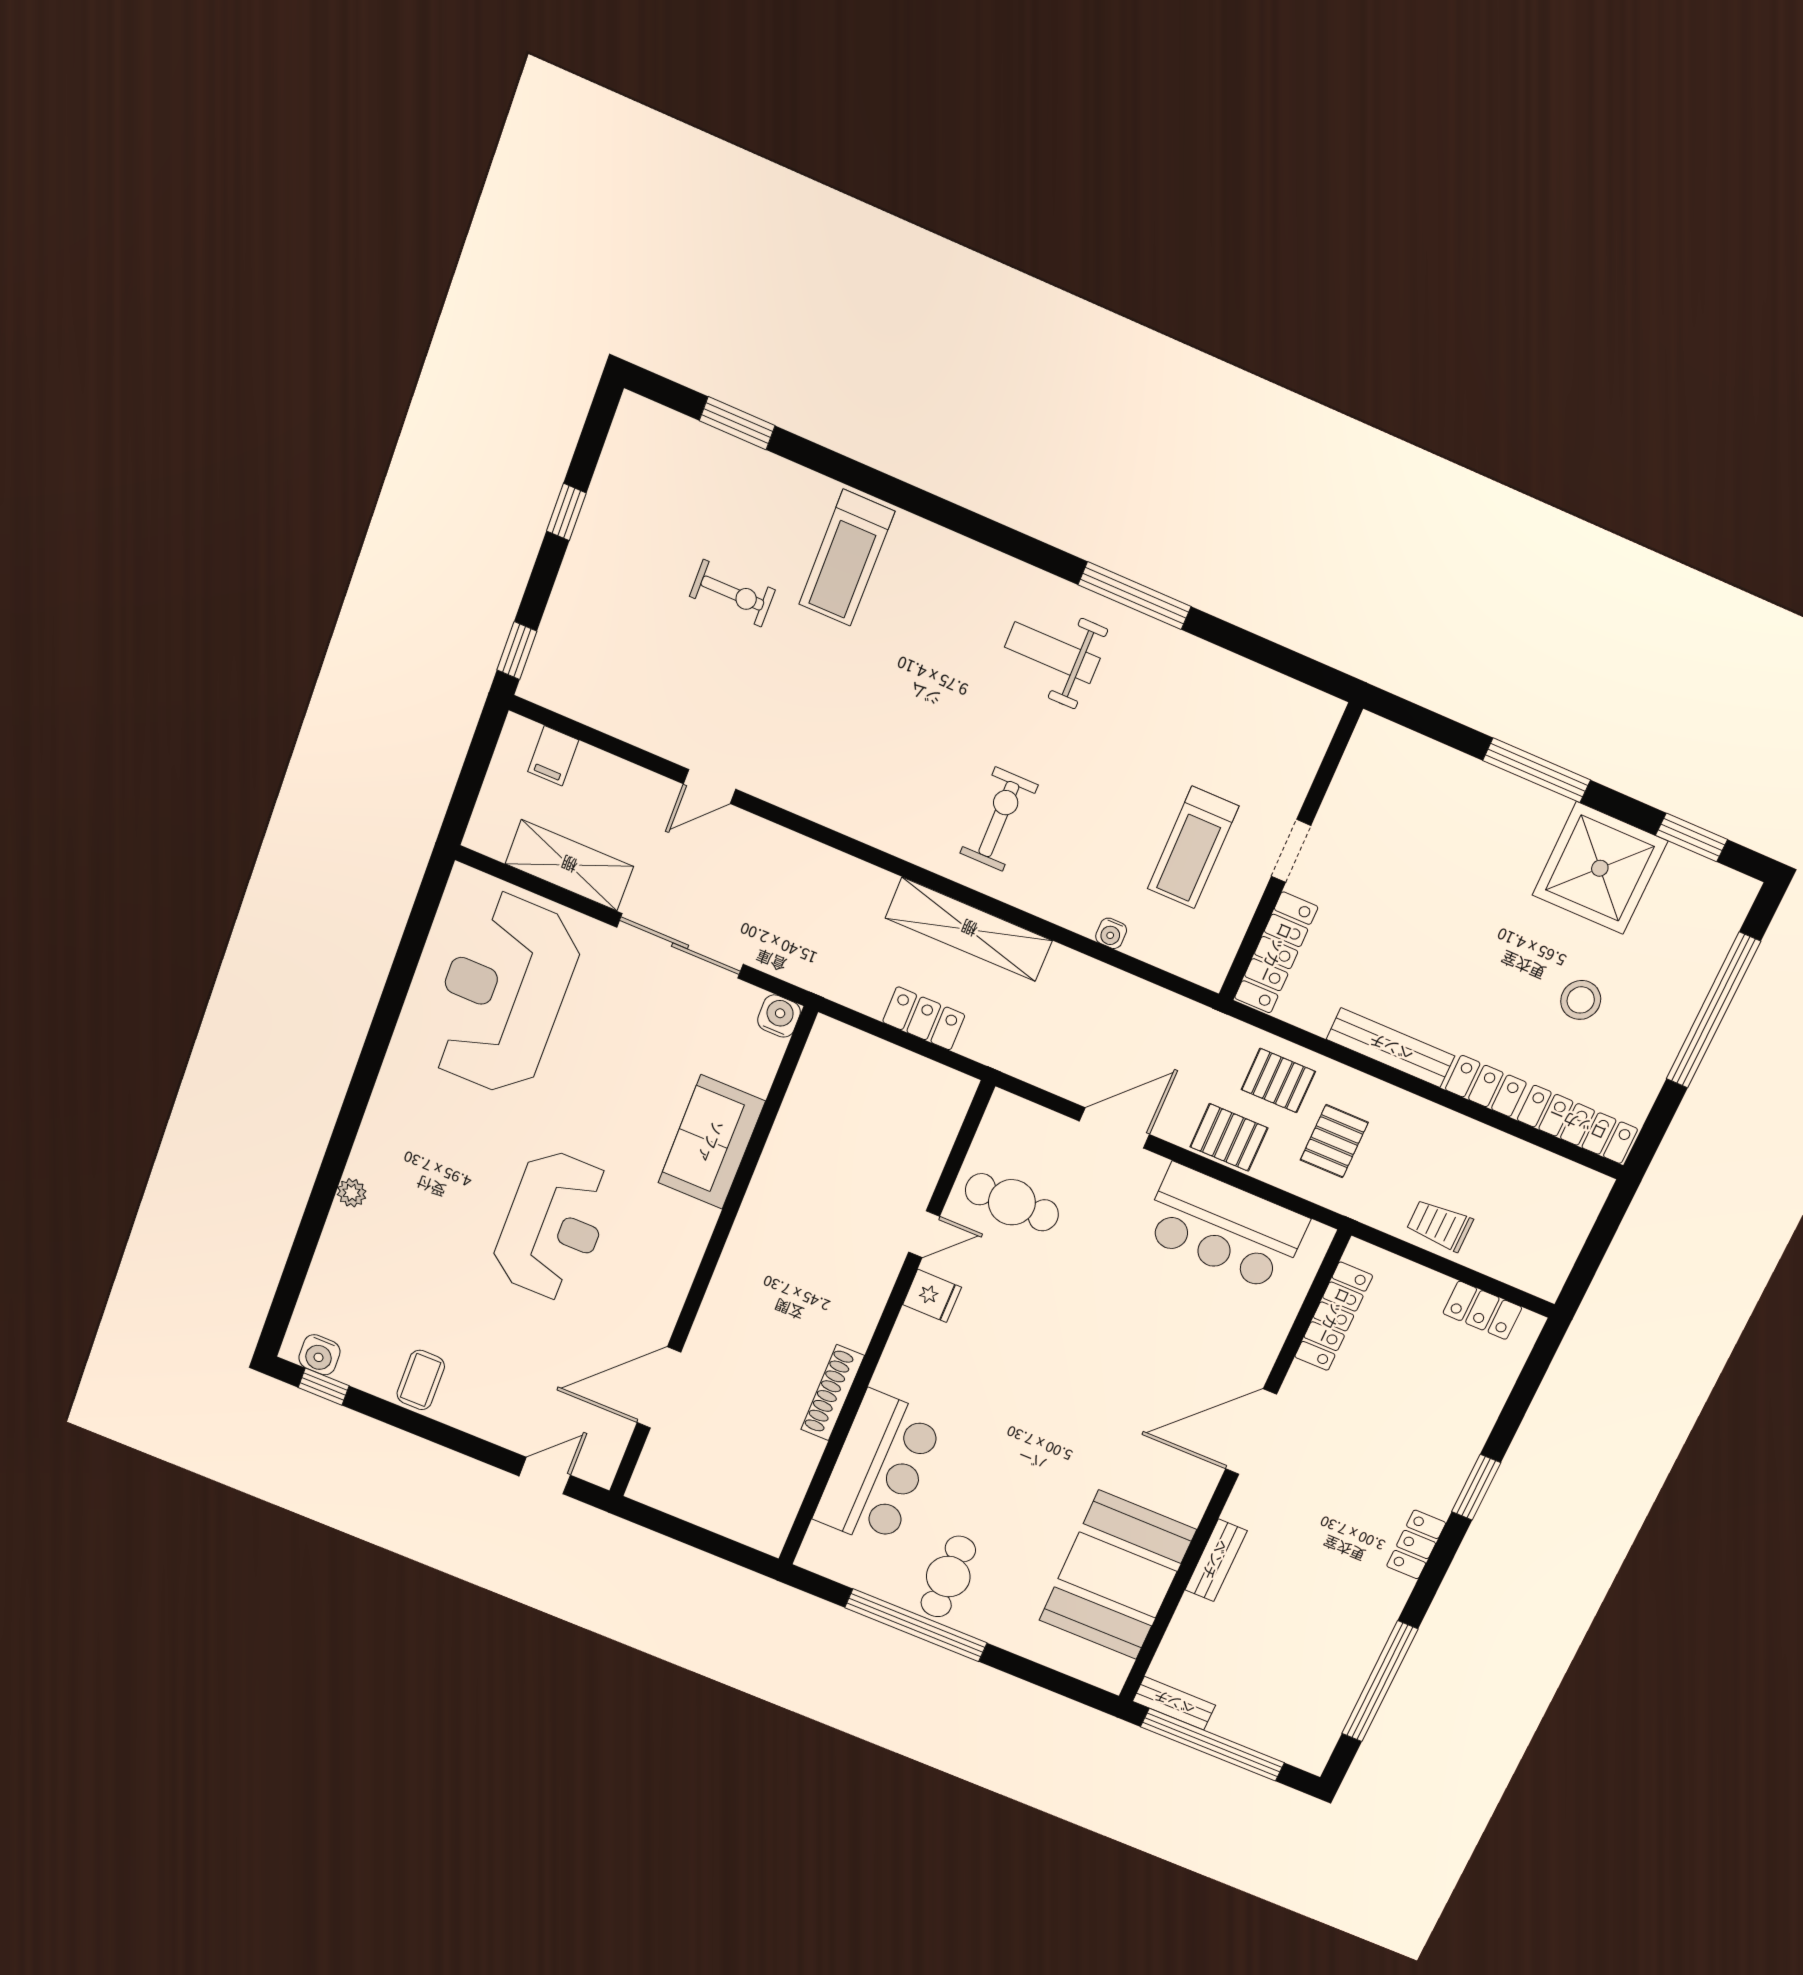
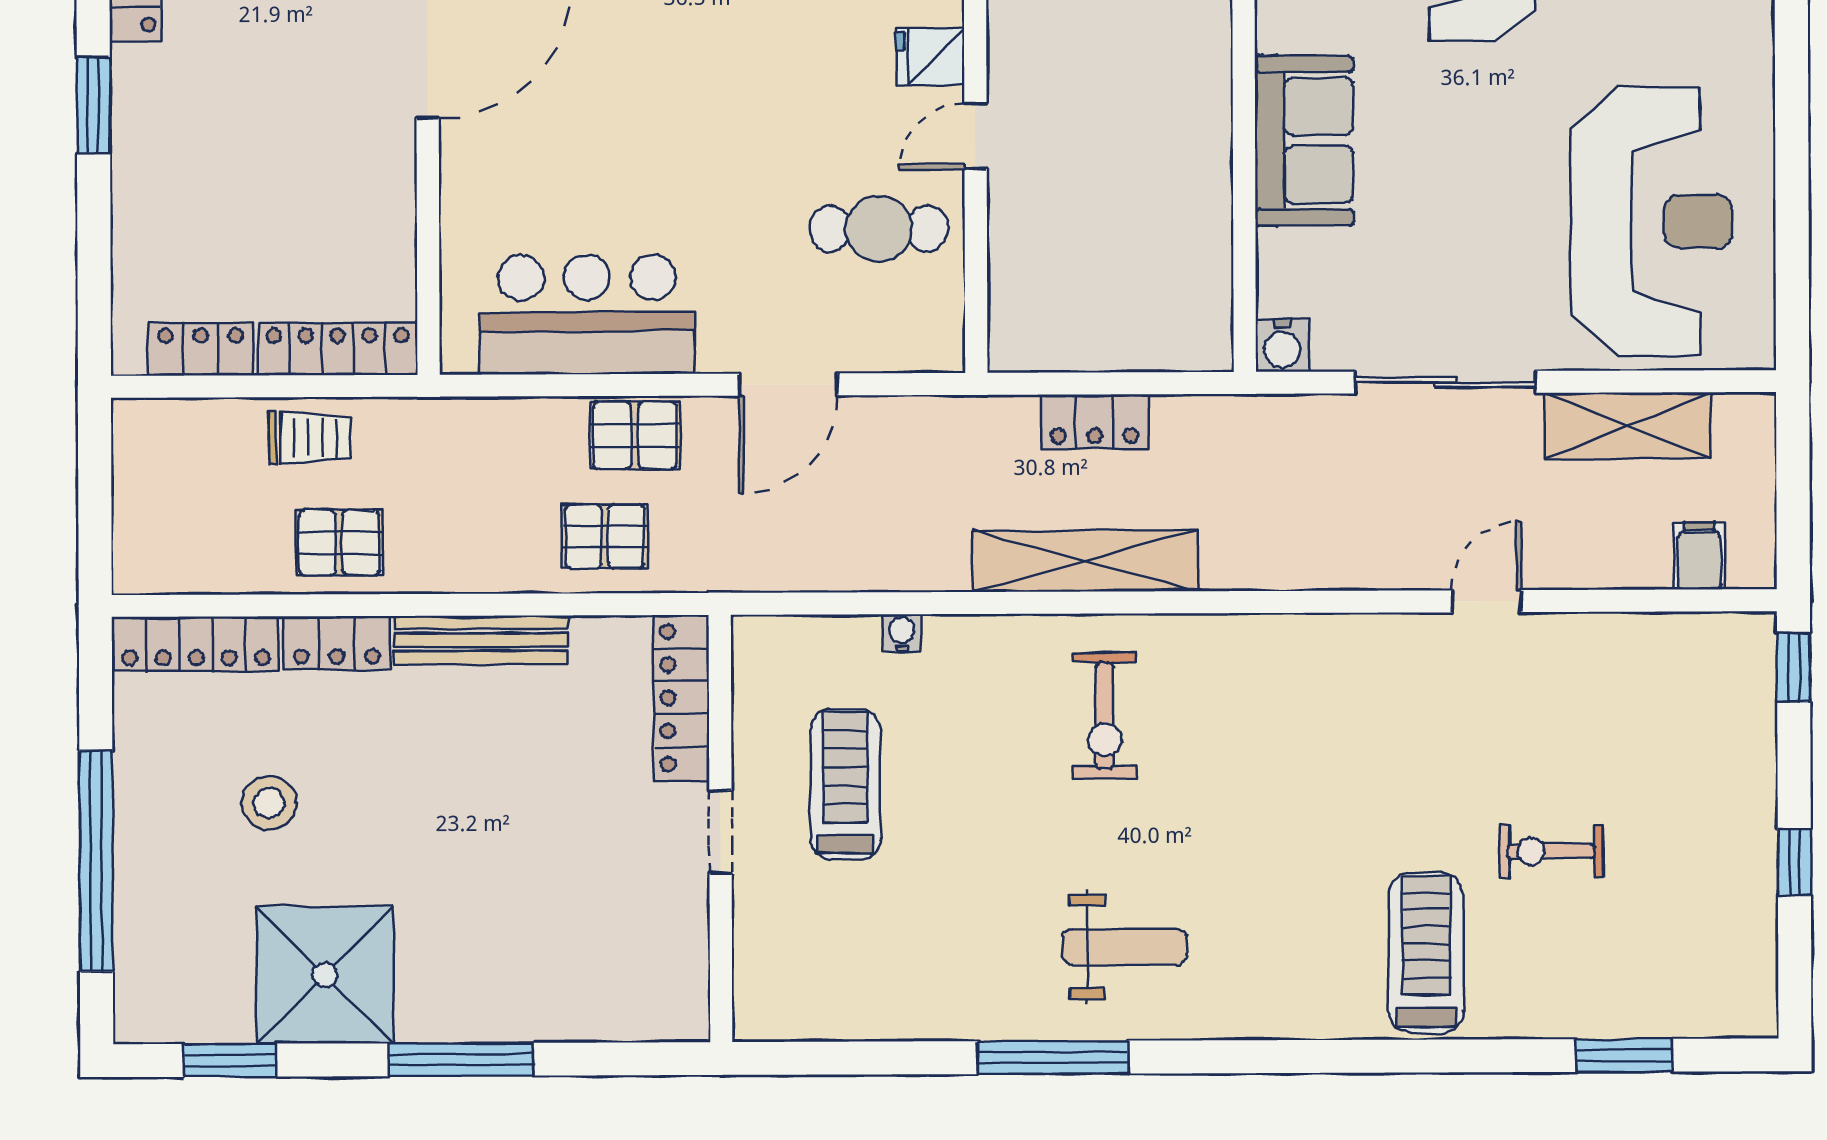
pallet: (1334, 1141) -> (339, 543), moved, turned 90
locker: (1334, 1316) -> (338, 349), moved, turned 90

